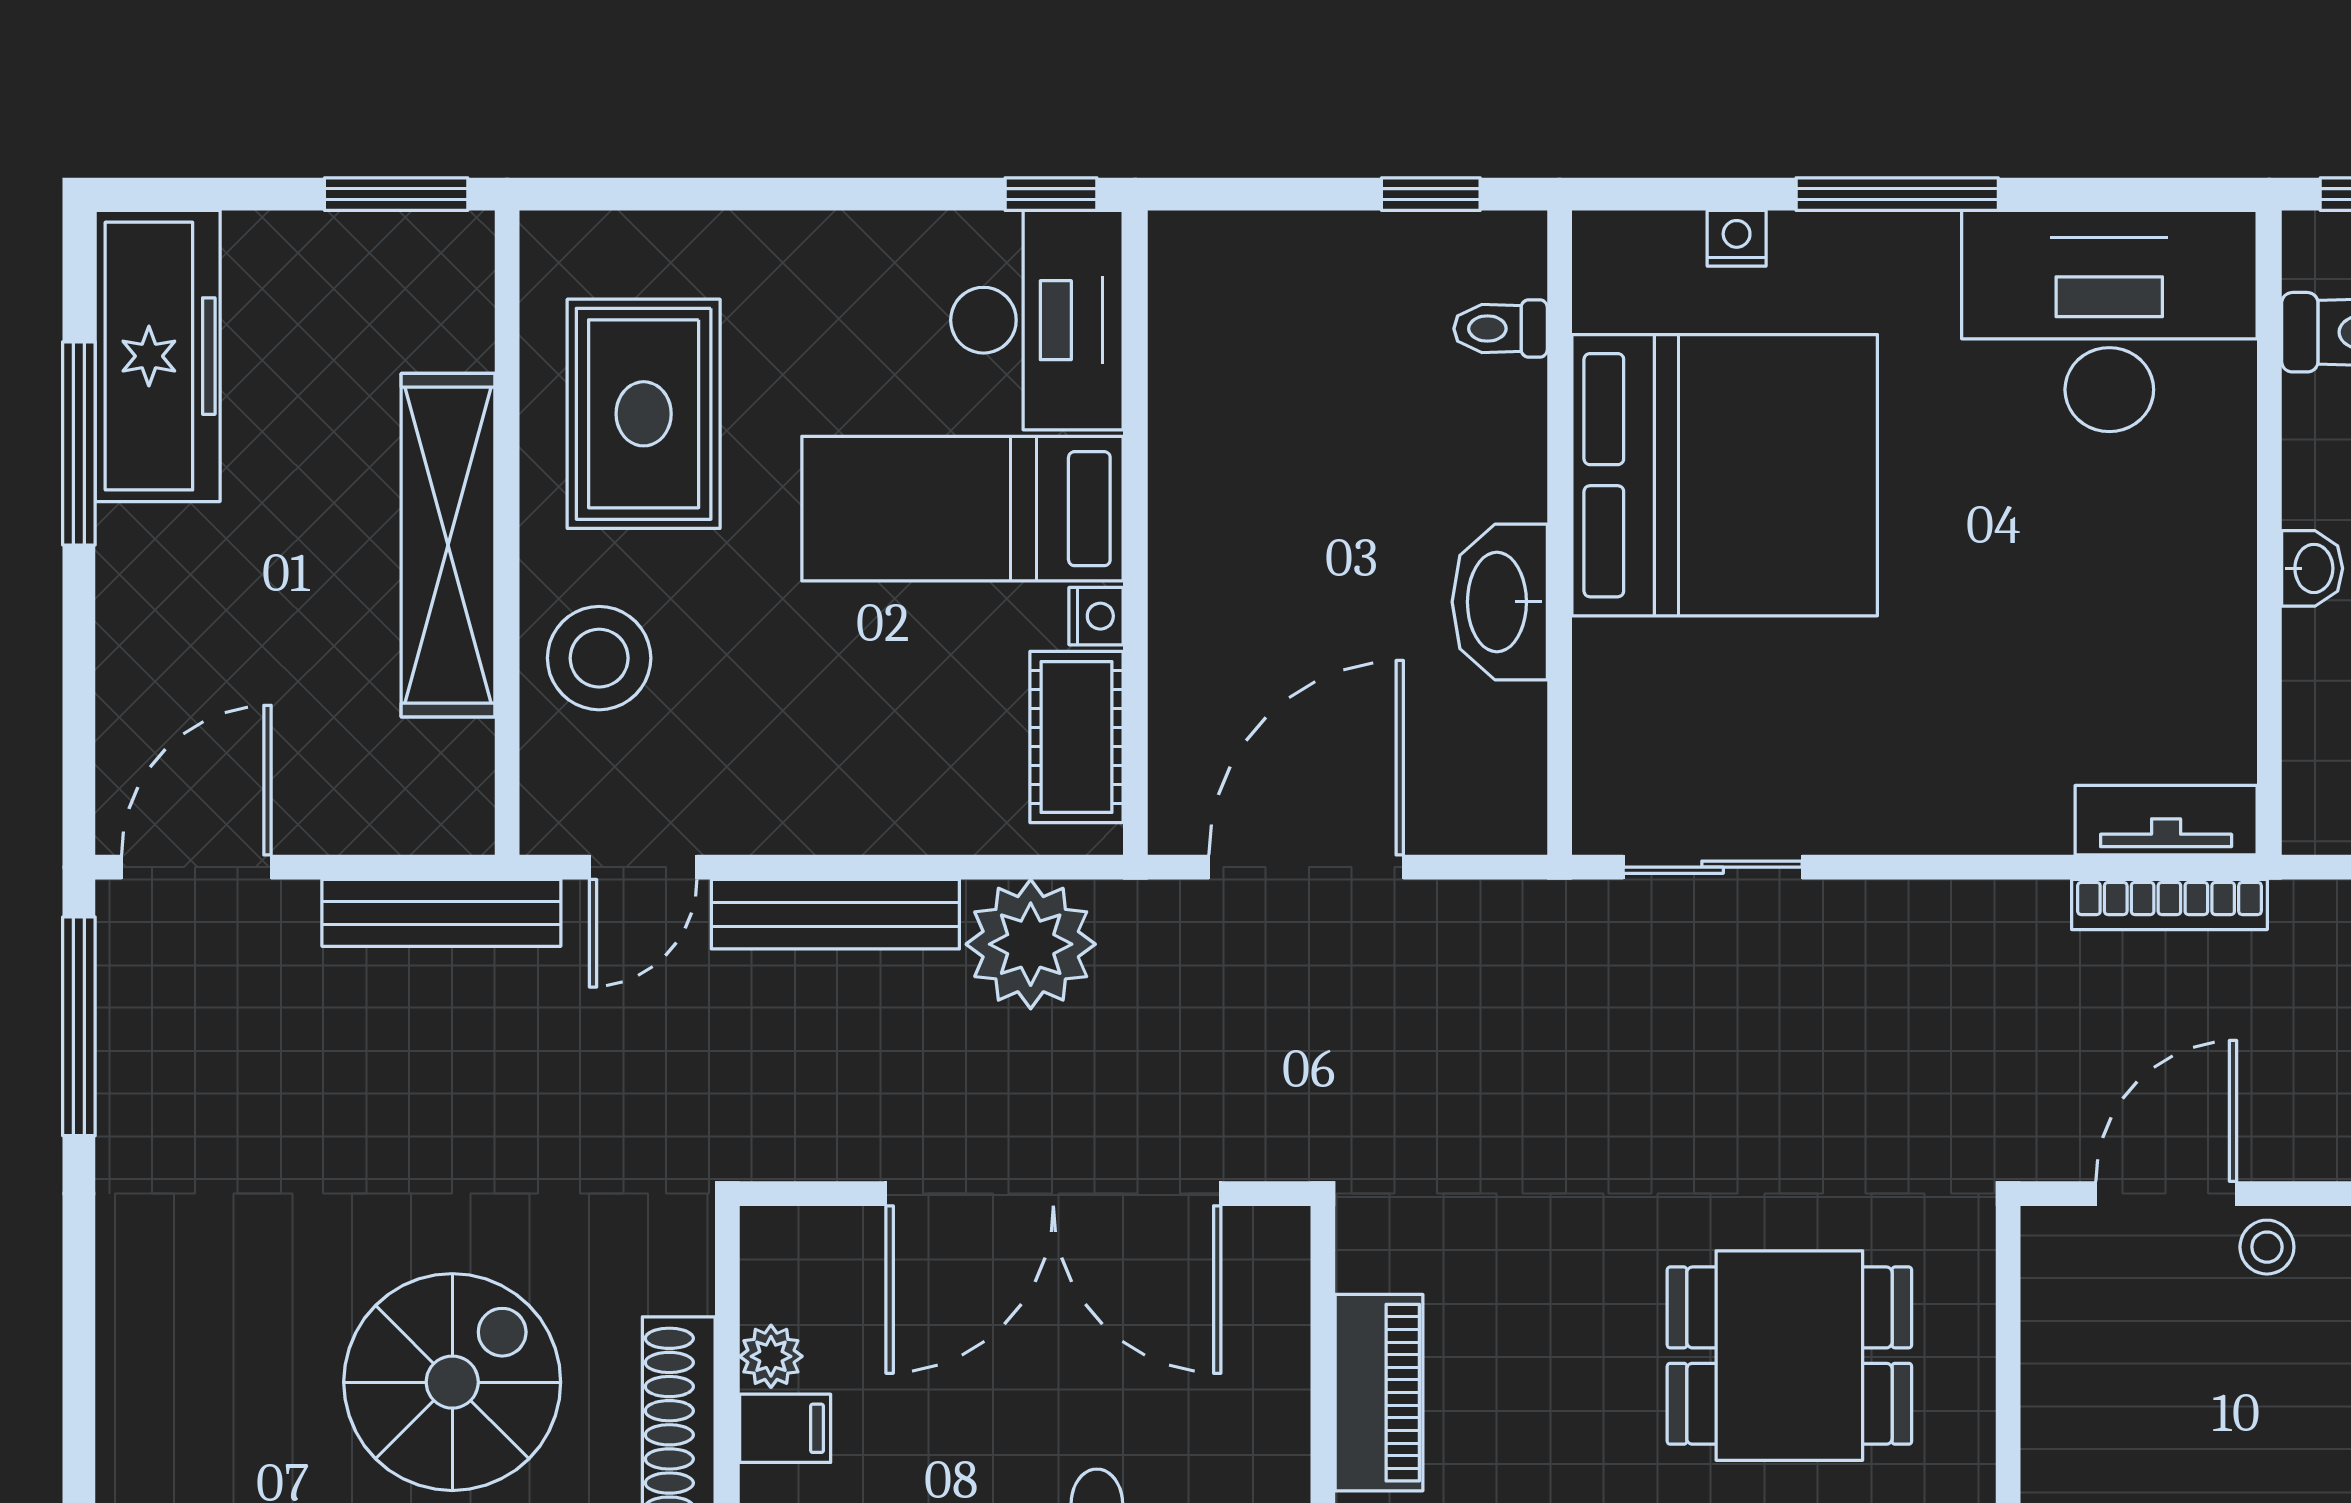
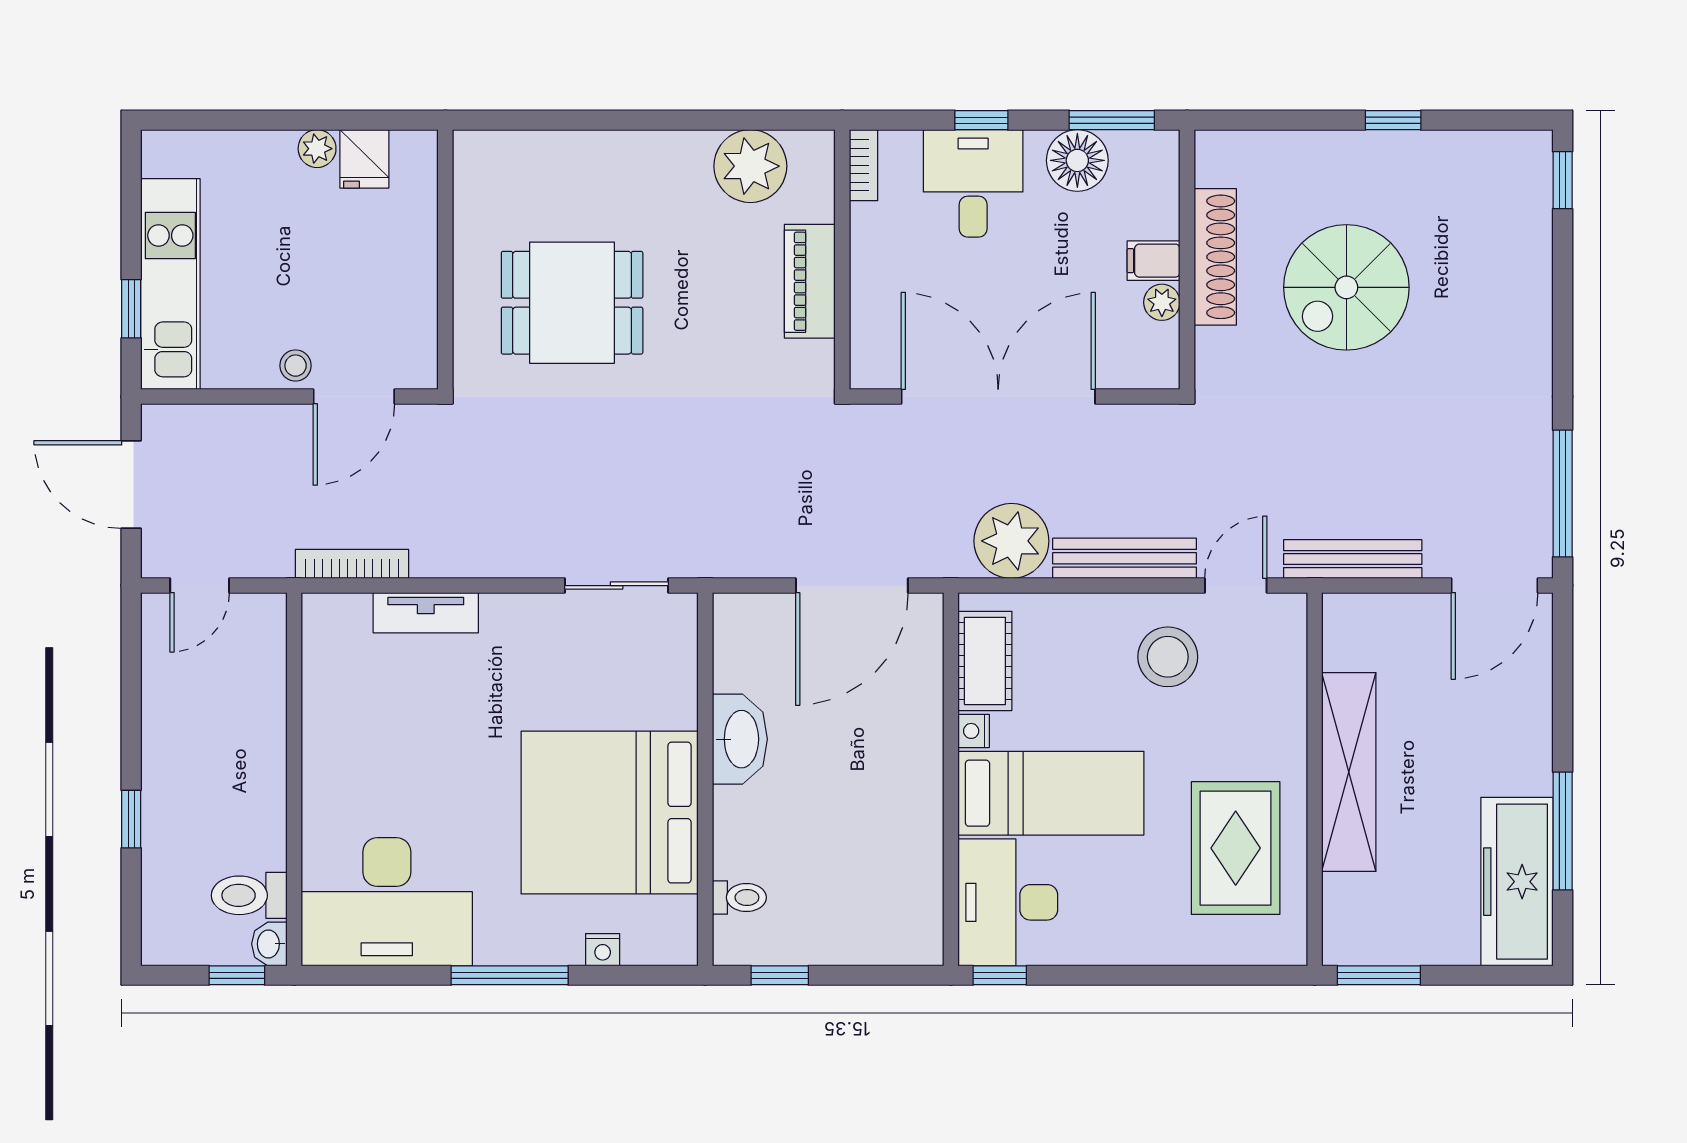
washbasin: (2312, 568) -> (269, 944), moved
stool: (599, 658) -> (1168, 657), moved
tv unit: (2166, 820) -> (426, 613), moved

